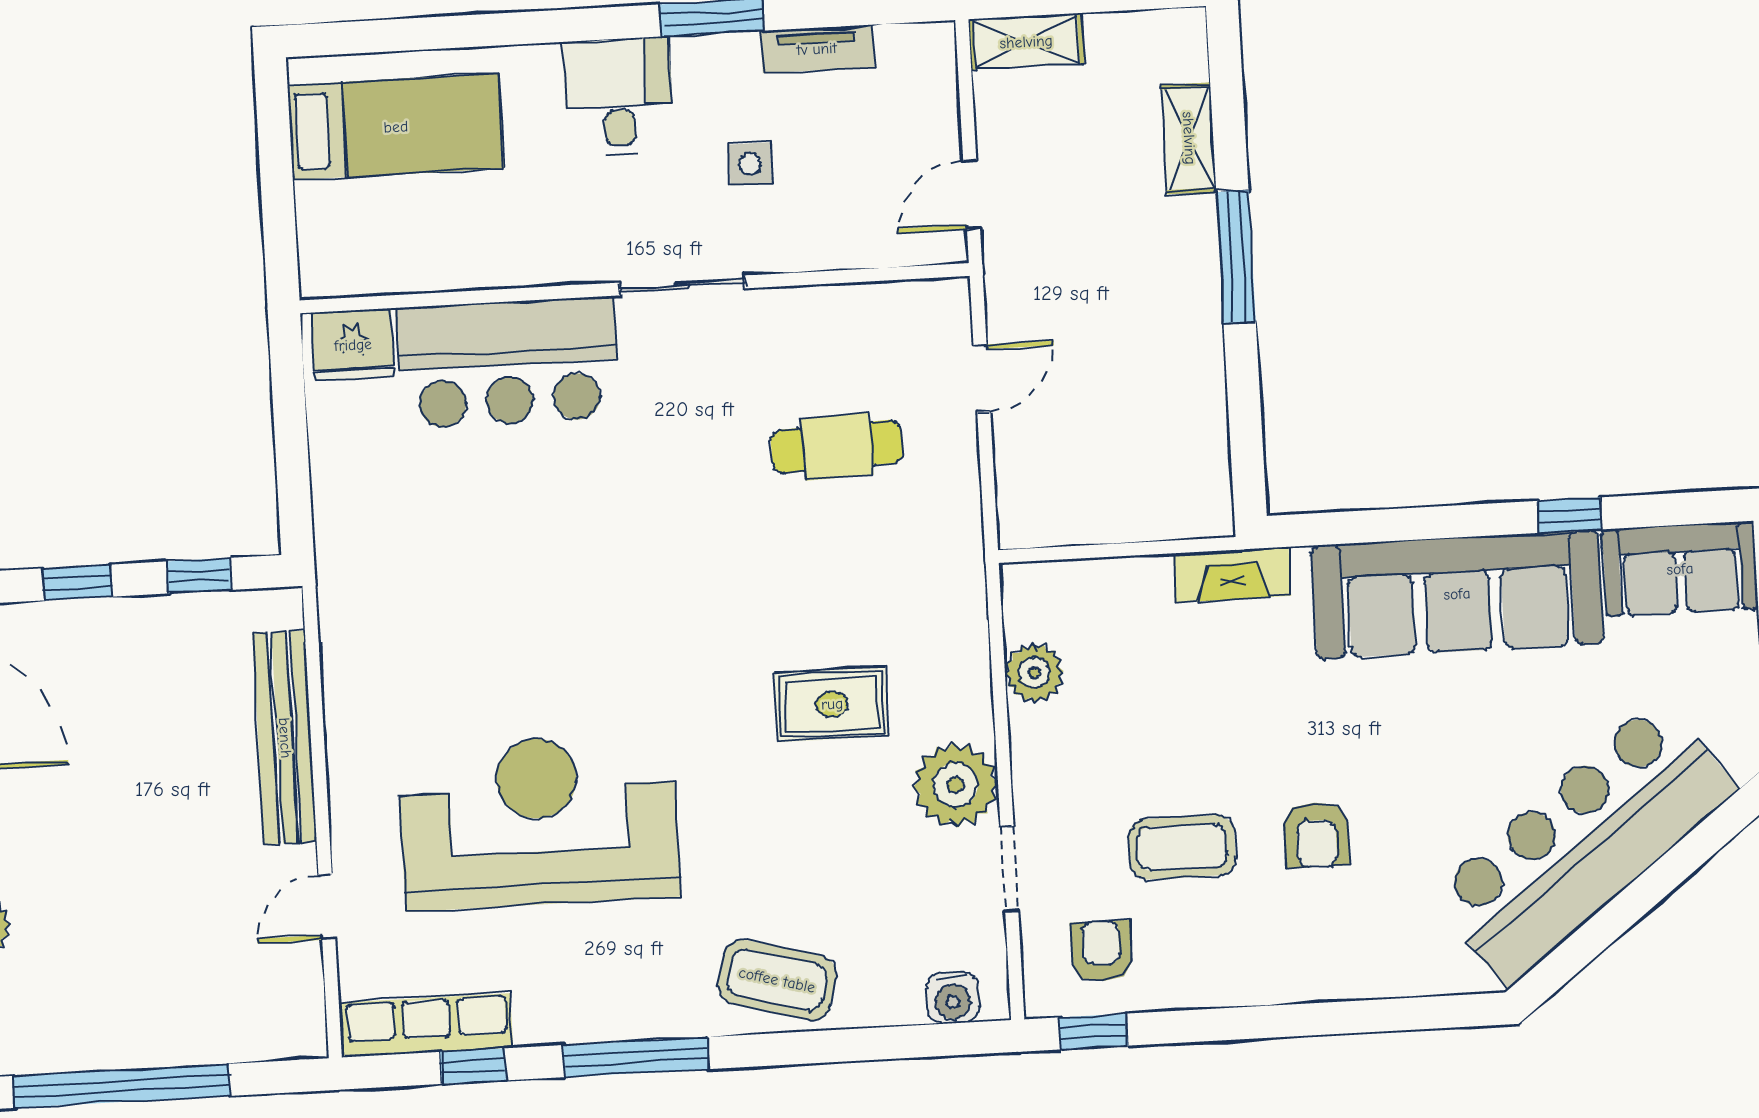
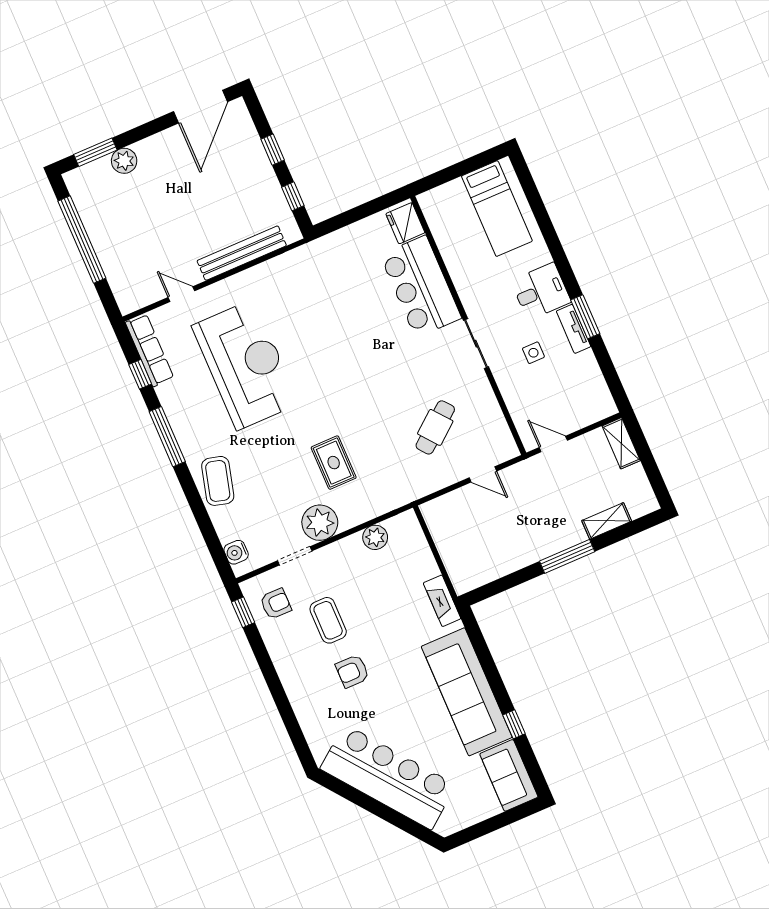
tv unit: (817, 49) -> (574, 329), moved
cafe table: (837, 447) -> (435, 427), turned 53

